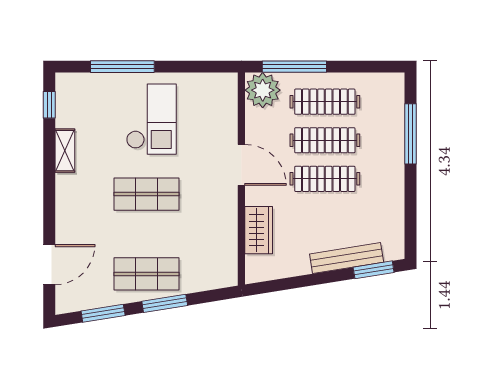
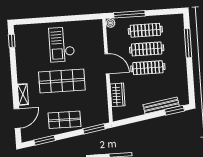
window: (122, 67) -> (46, 20), removed
plant: (263, 90) -> (111, 23), width x0.53, depth x0.53
checkout: (151, 119) -> (62, 44), turned 180
shelving: (65, 151) -> (23, 94), moved
shop shelf: (147, 194) -> (62, 81), width x1.43, depth x1.36
window: (165, 303) -> (94, 129), moved

